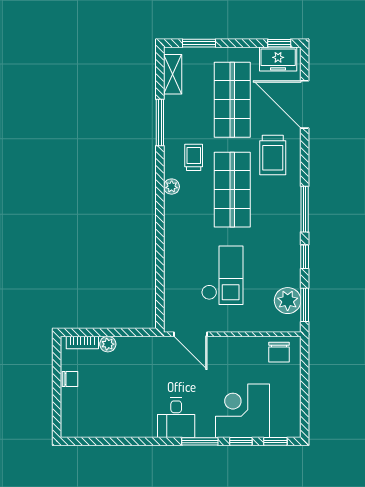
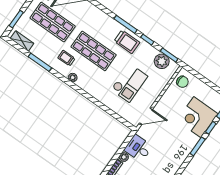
trolley: (273, 155) -> (127, 42), moved
checkout: (222, 275) -> (129, 83), turned 90
desk: (176, 418) -> (138, 148), moved, turned 180

